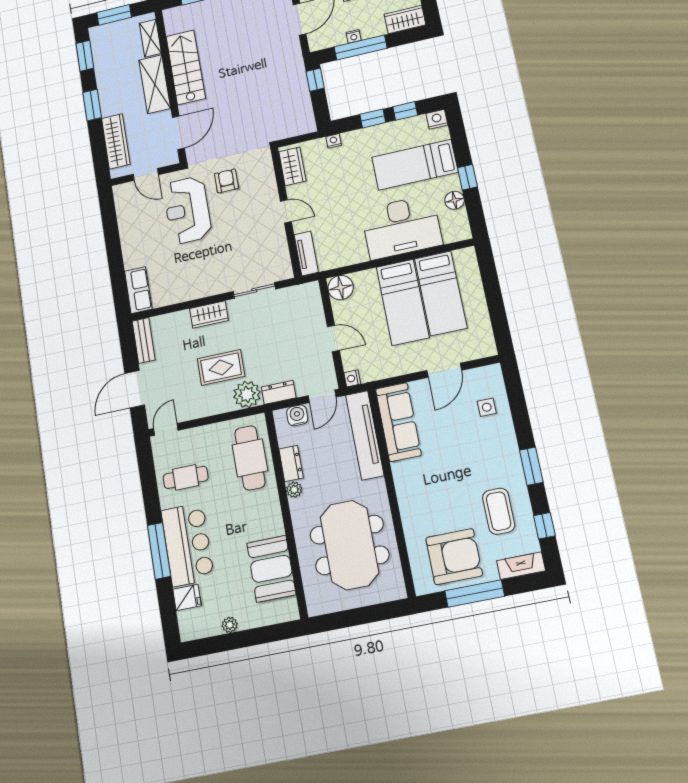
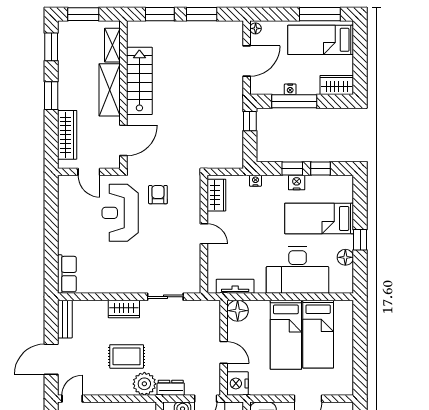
nightstand: (437, 119) -> (297, 183), moved
tv unit: (306, 253) -> (235, 286), moved, turned -90
nightstand: (352, 378) -> (238, 383), width x1.89, depth x1.79

